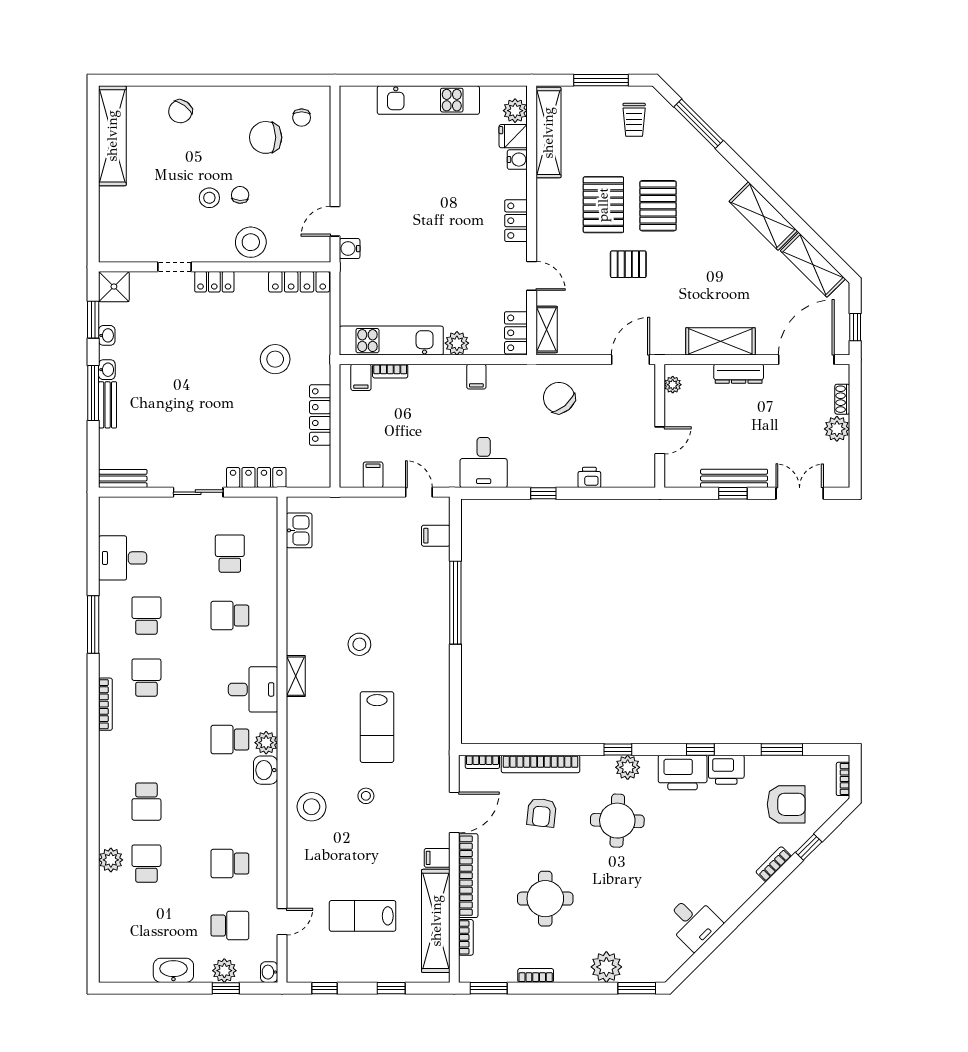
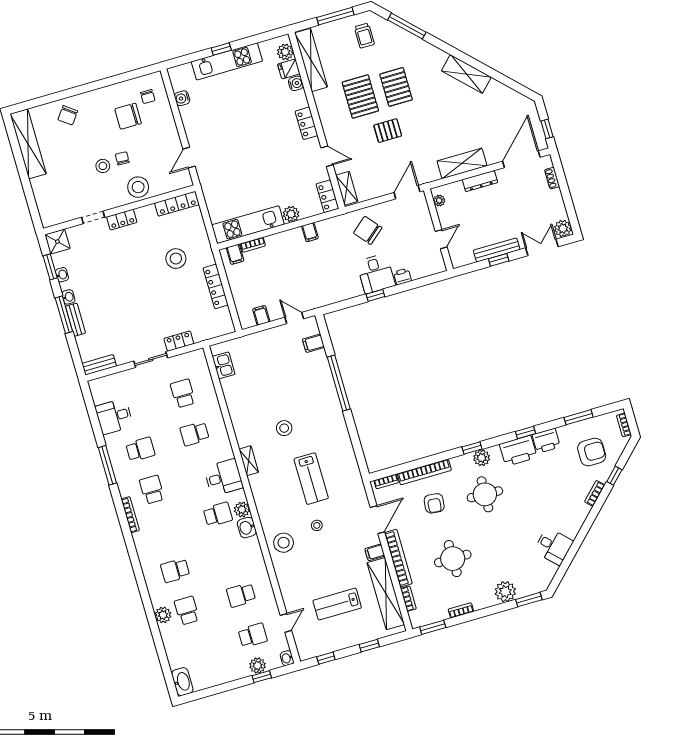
window: (425, 80) -> (221, 49), added
water cooler: (350, 249) -> (182, 98), moved
shelving: (813, 265) -> (508, 96), removed
plant: (837, 429) -> (563, 228), moved
desk: (484, 463) -> (376, 274), moved
locker: (256, 478) -> (179, 341), width x0.66
school desk: (146, 616) -> (140, 449), turned 90
school desk: (230, 740) -> (218, 514), turned 180
school desk: (146, 802) -> (175, 570), turned 90
washbasin: (173, 970) -> (182, 682), moved, turned 90

